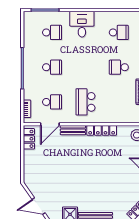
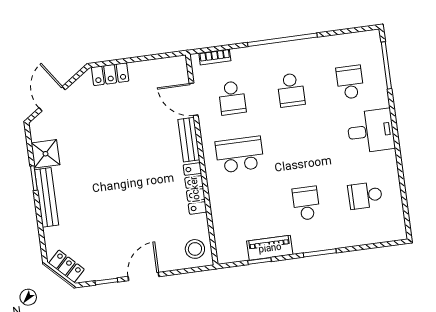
school desk: (52, 32) -> (350, 82), turned 180
school desk: (119, 32) -> (365, 195), turned 90
locker: (29, 139) -> (110, 74), moved

